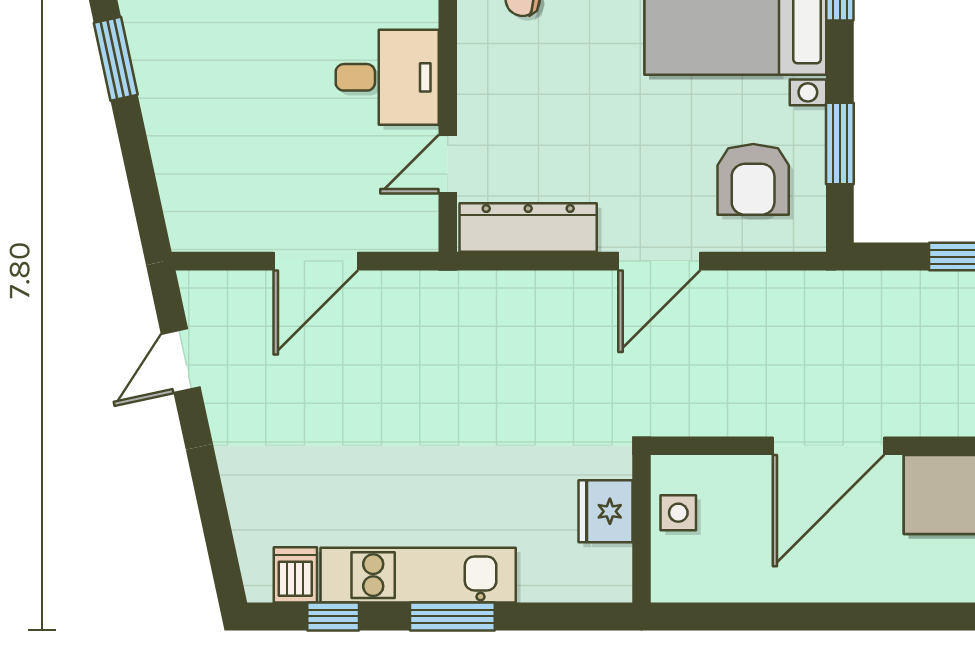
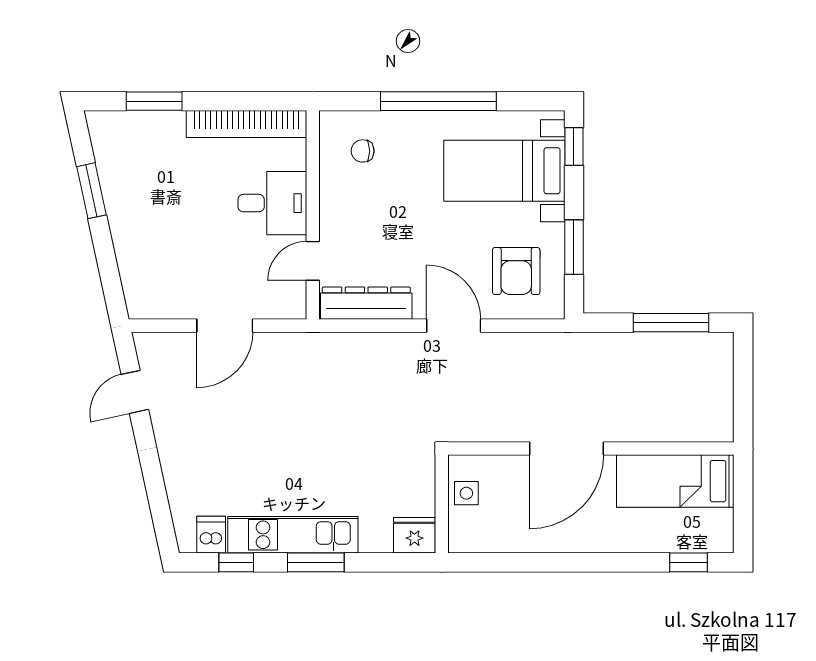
door: (659, 261) -> (454, 326), swing flipped
fridge: (605, 511) -> (414, 535), moved, turned 90

